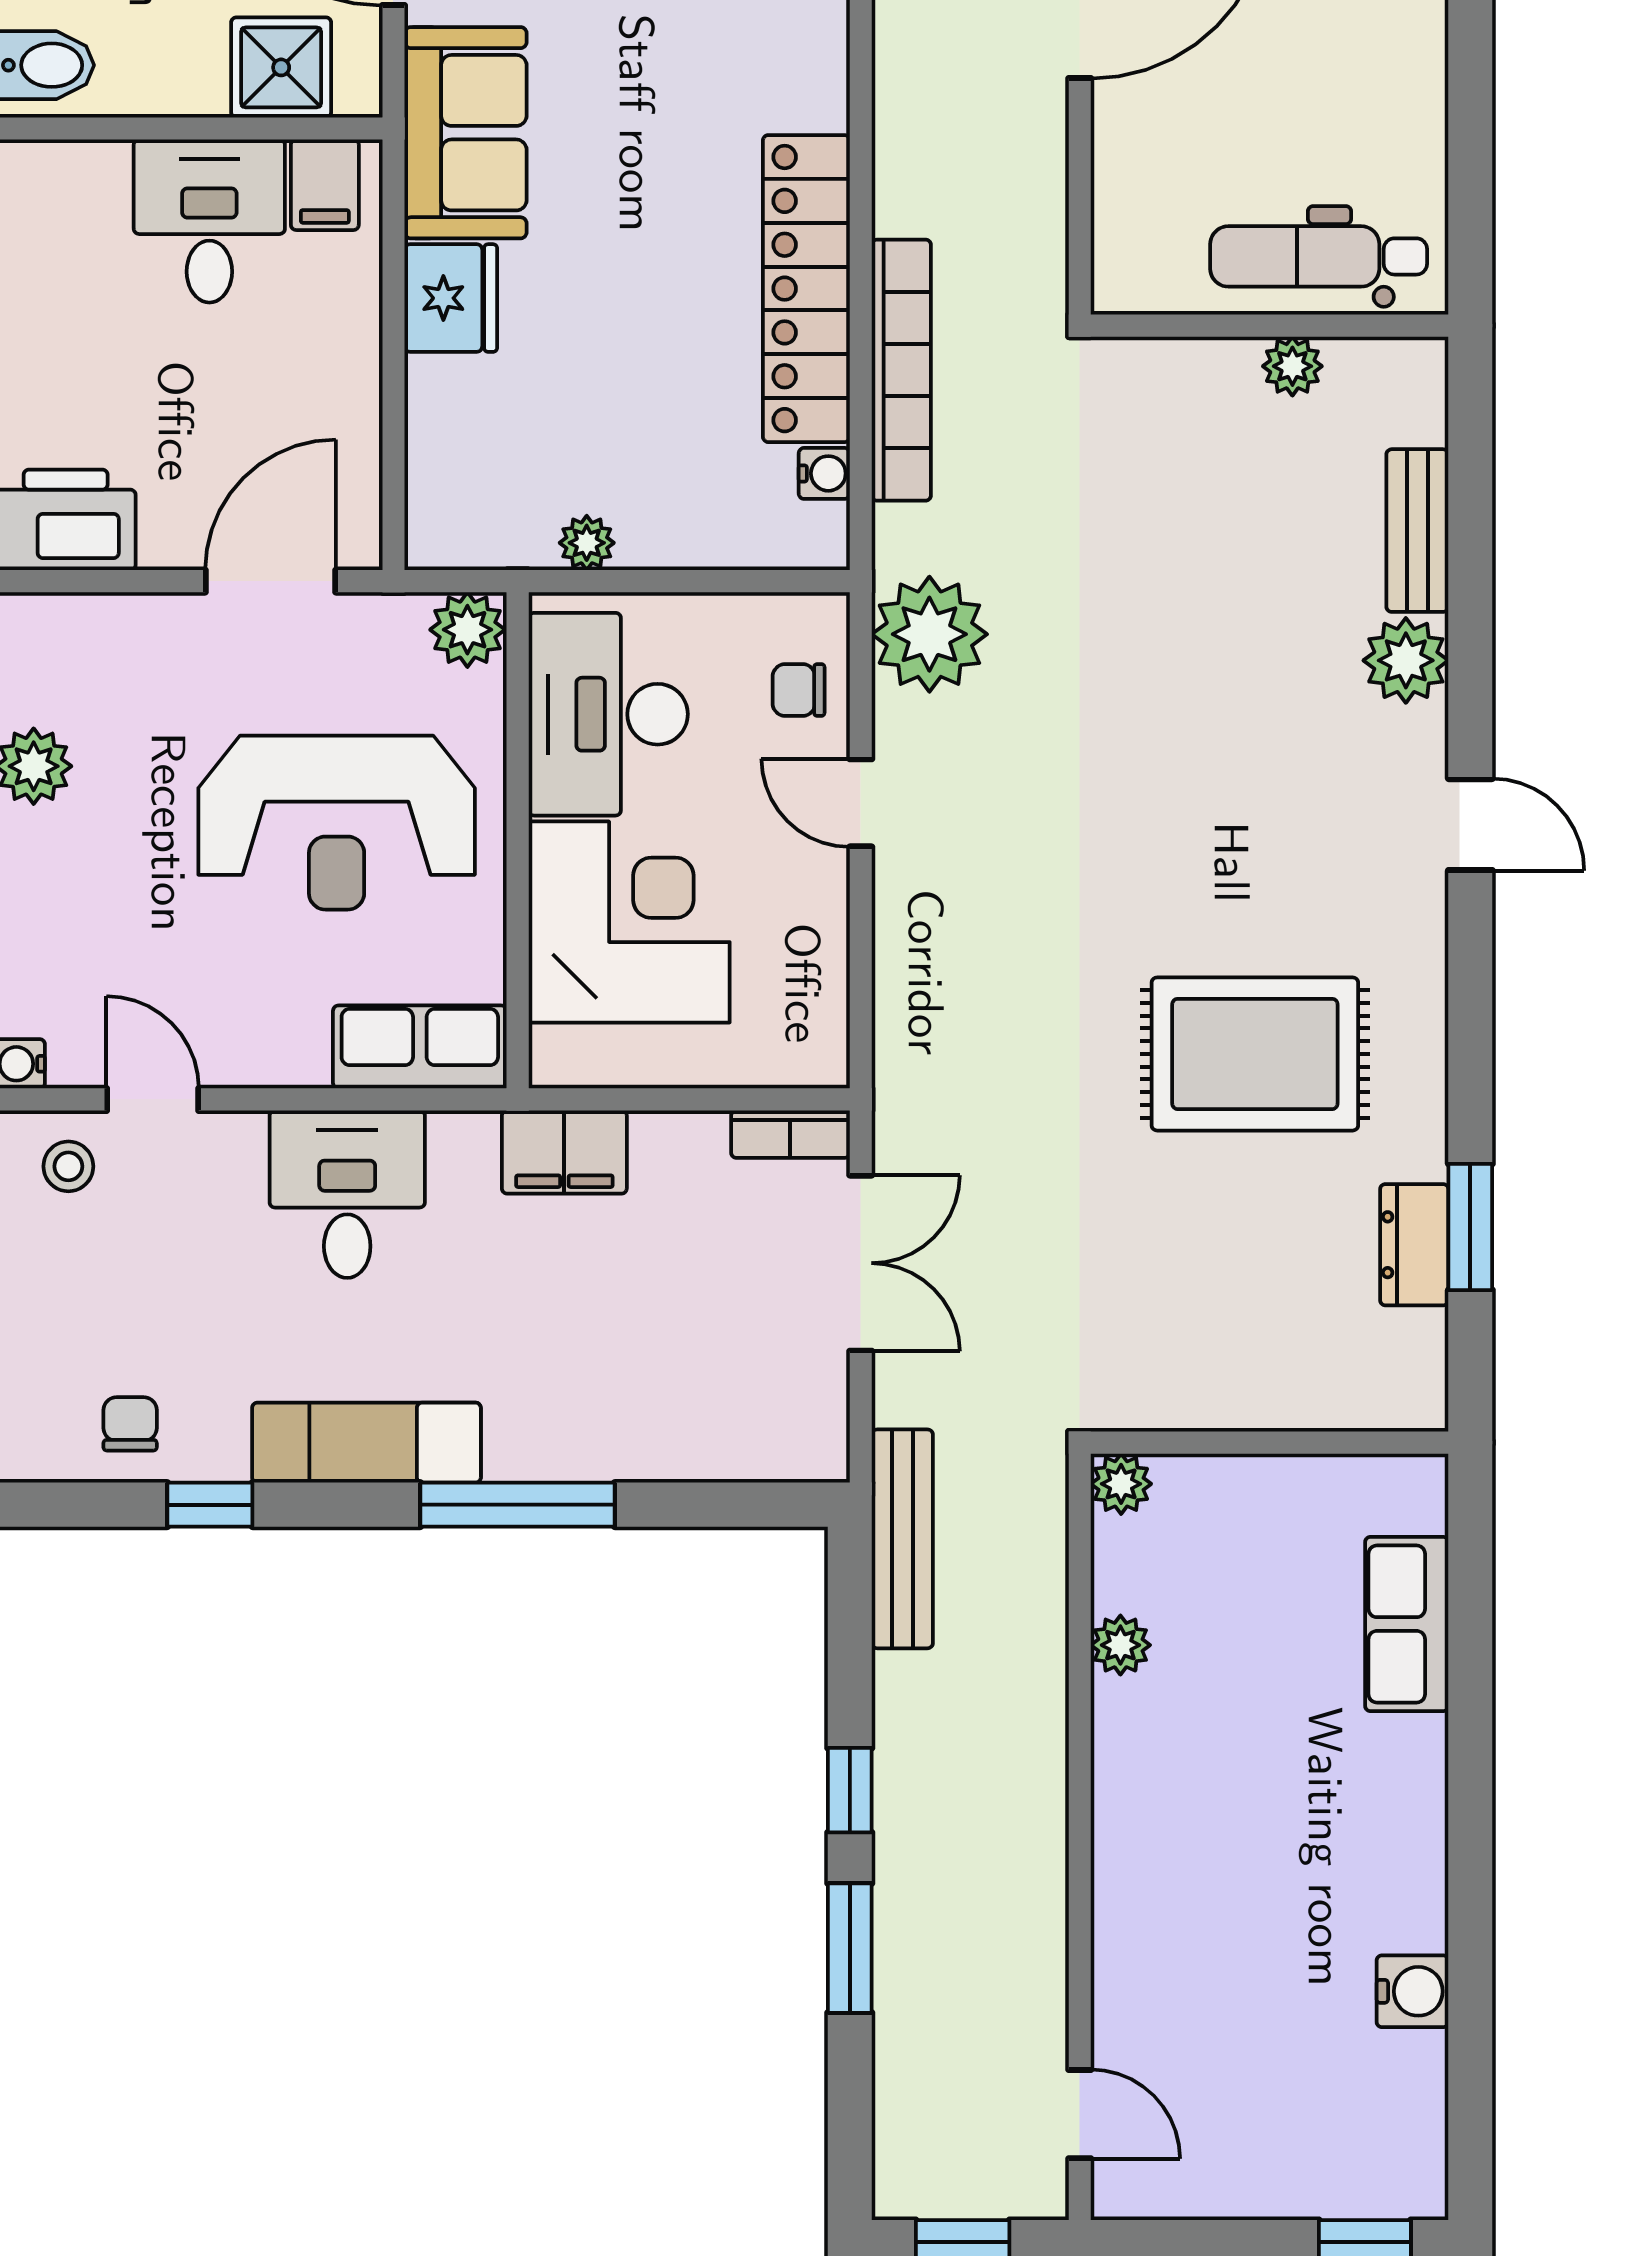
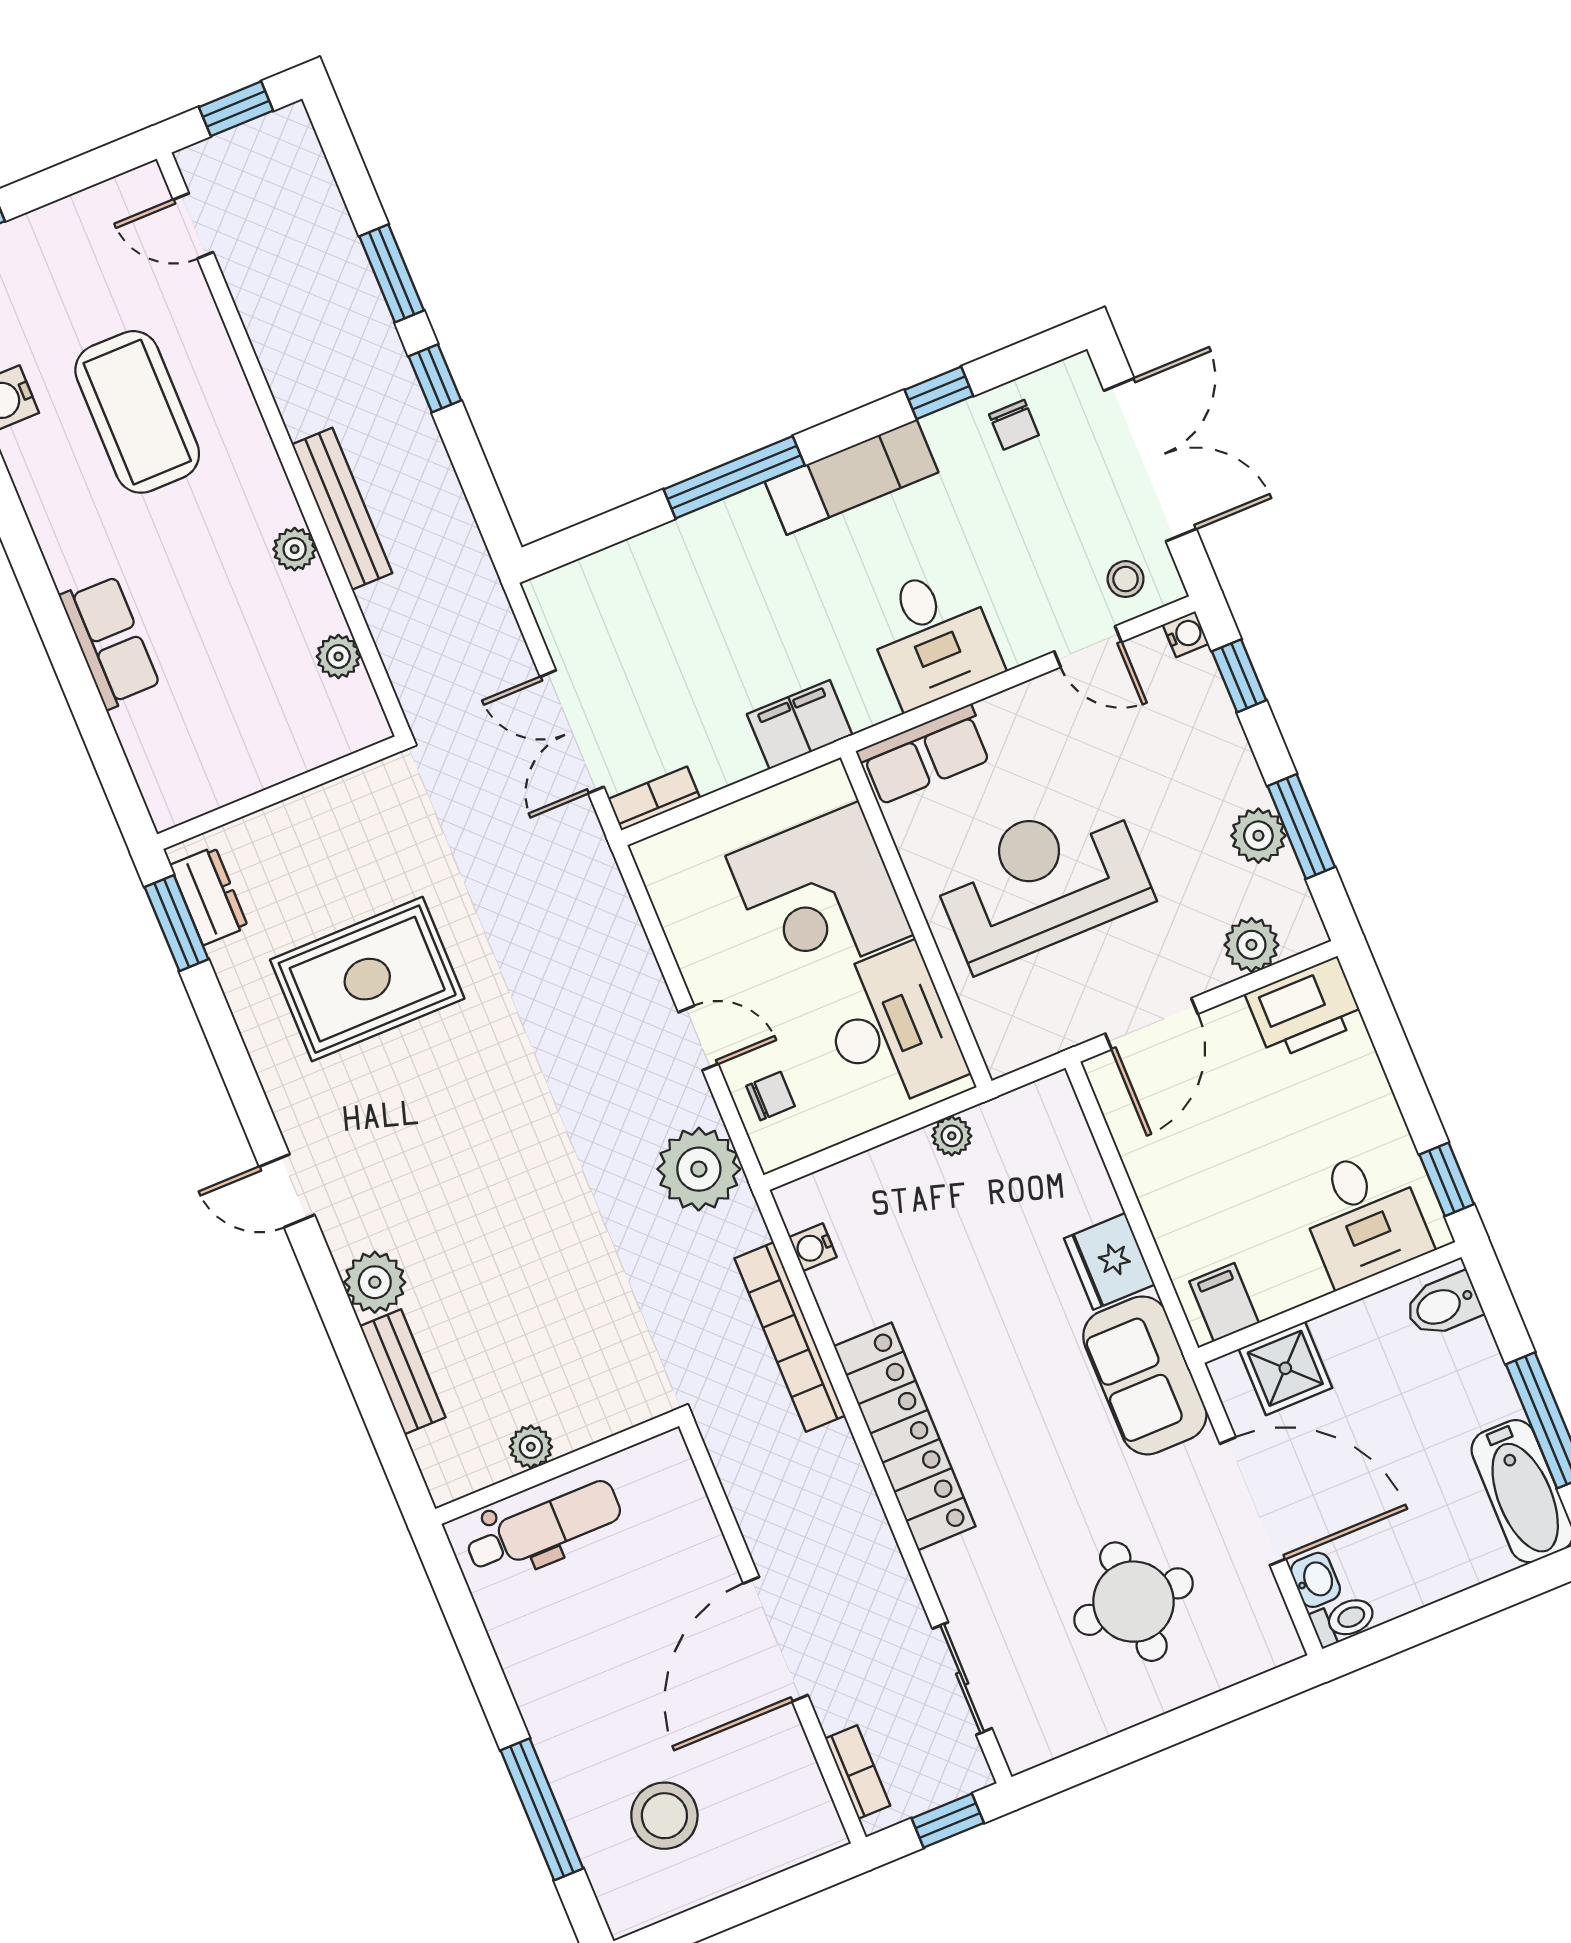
desk: (209, 221) -> (1363, 1217), moved
locker: (806, 289) -> (905, 1436), moved
plant: (467, 630) -> (1251, 945), moved
wall: (1270, 1443) -> (279, 793), moved
bench: (902, 1539) -> (342, 509), moved
coffee table: (1250, 1905) -> (137, 412), added

